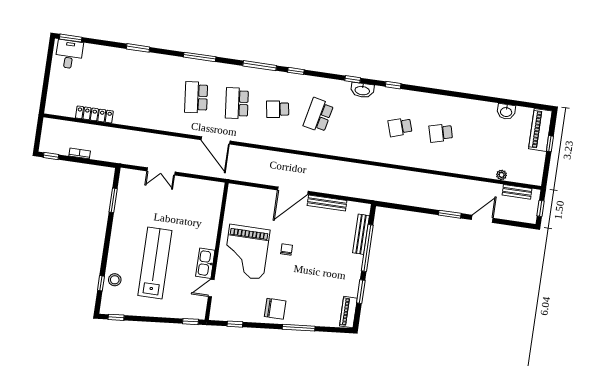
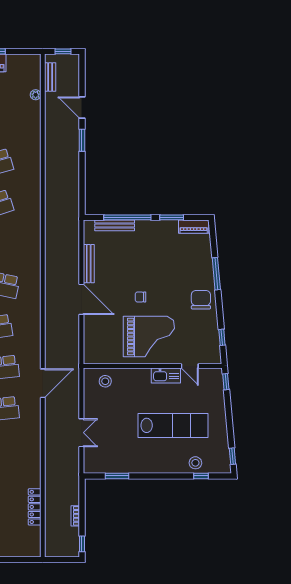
stool: (208, 202) -> (105, 381), added
lab bench: (155, 263) -> (173, 425), turned 180

